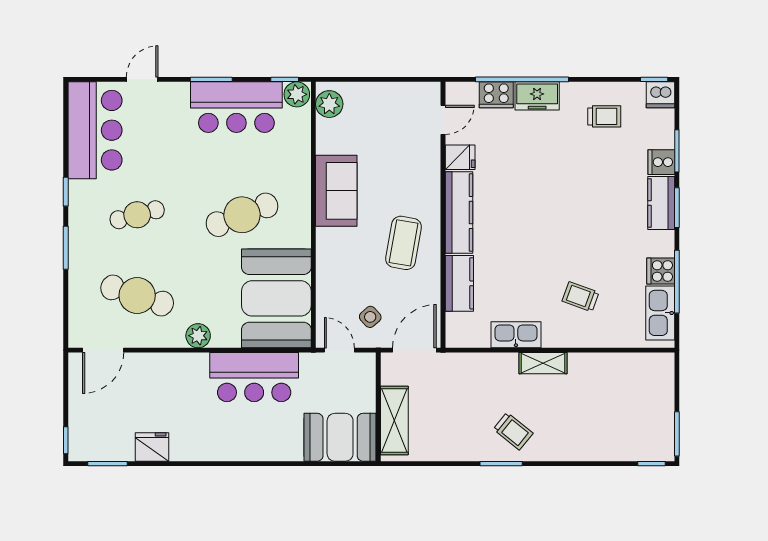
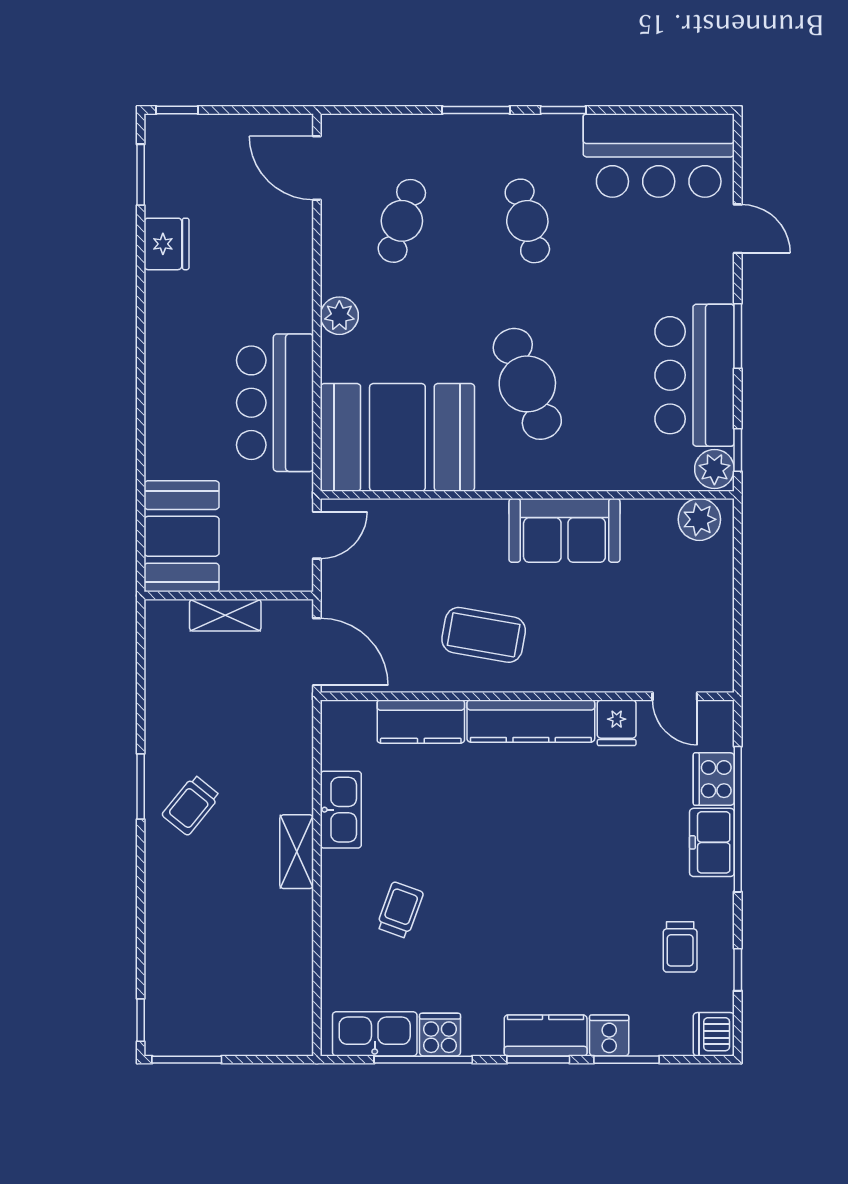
window: (654, 79) -> (738, 970), moved
cafe table: (137, 295) -> (402, 221), width x0.73, depth x0.74
side table: (370, 317) -> (369, 583), removed
shelving: (394, 421) -> (225, 615), width x0.67, depth x0.75

